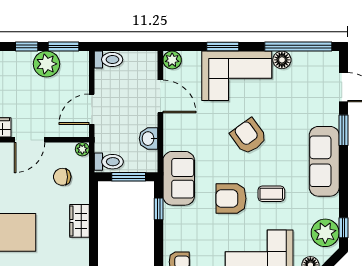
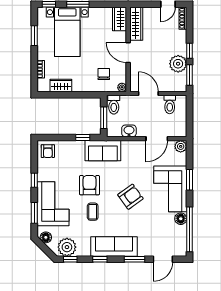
toilet: (108, 59) -> (170, 105), moved
window: (343, 183) -> (100, 259), added
wardrobe: (80, 221) -> (61, 85), moved

